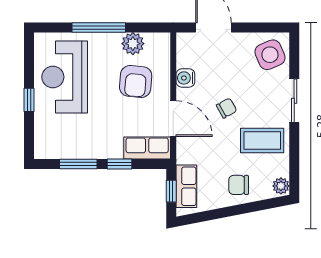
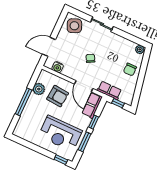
reception desk: (65, 77) -> (60, 134), moved
water cooler: (185, 78) -> (58, 67), moved
window: (29, 100) -> (61, 160), moved
door: (173, 119) -> (84, 86), swing flipped
coffee table: (262, 140) -> (114, 48), removed
row of seats: (186, 186) -> (109, 90), moved

